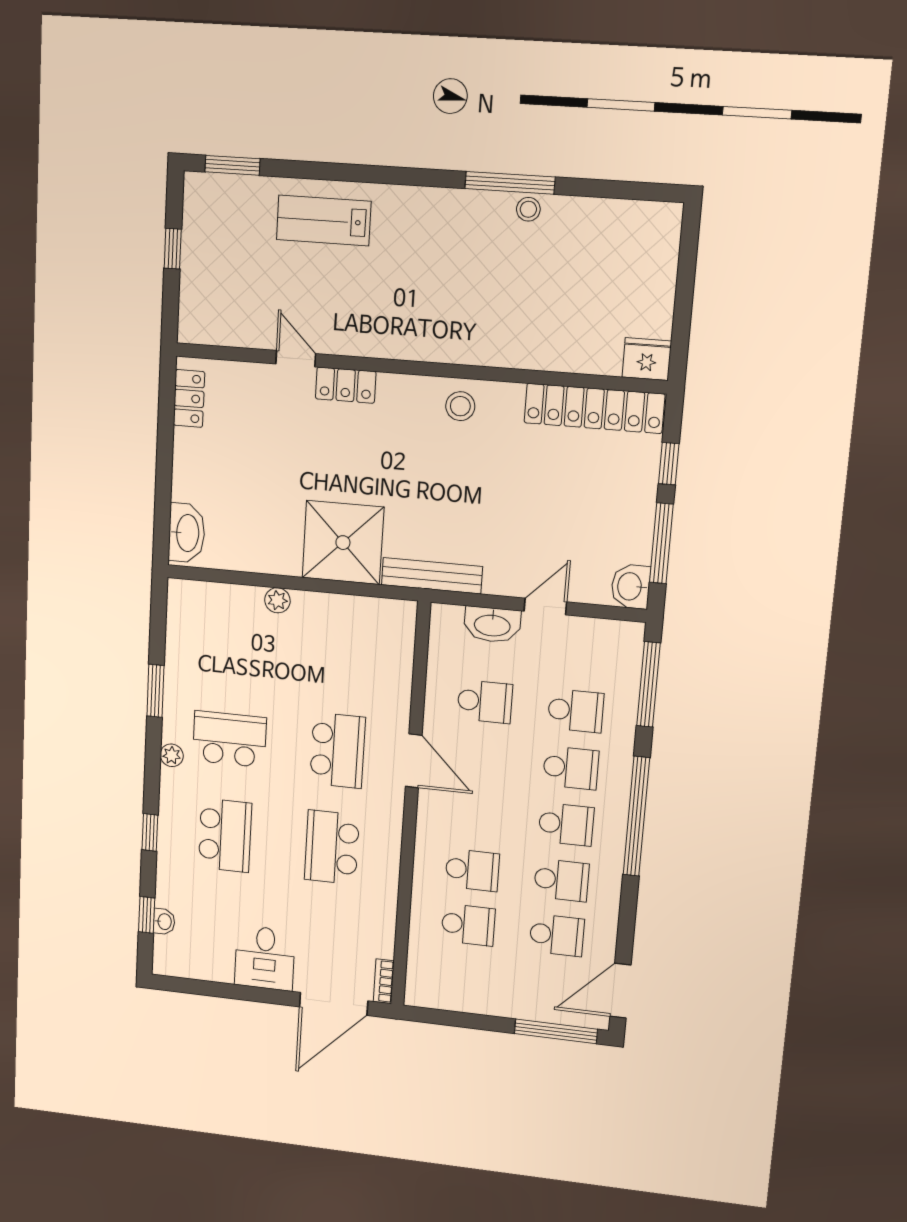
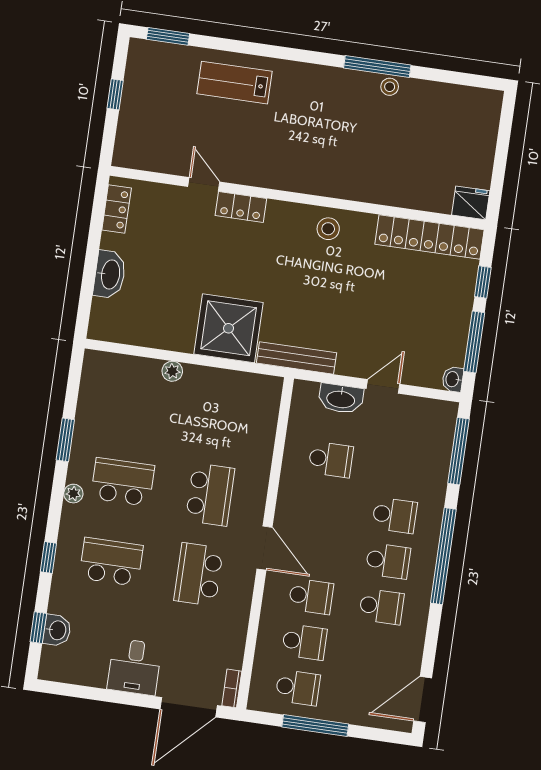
washbasin: (187, 533) -> (110, 274), moved
washbasin: (631, 586) -> (453, 379), width x0.72, depth x0.69
school desk: (576, 711) -> (401, 470), removed
door: (414, 761) -> (264, 548), moved
school desk: (225, 835) -> (111, 562), turned -90
washbasin: (164, 922) -> (57, 630), width x1.38, depth x1.45
school desk: (557, 935) -> (298, 688), moved
window: (556, 1031) -> (315, 725), moved

